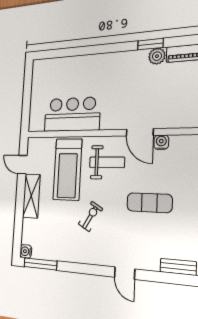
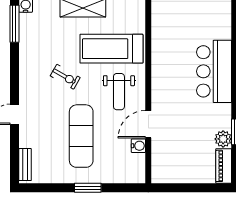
bar counter: (72, 114) -> (214, 71), moved, turned 180
exercise mat: (149, 203) -> (81, 136), width x1.36, depth x1.45

